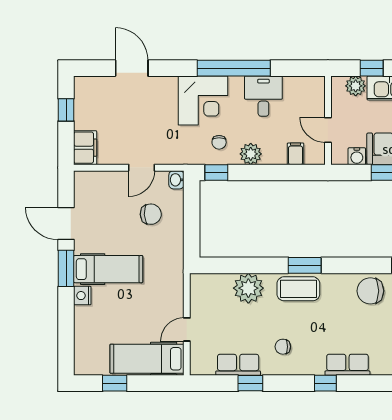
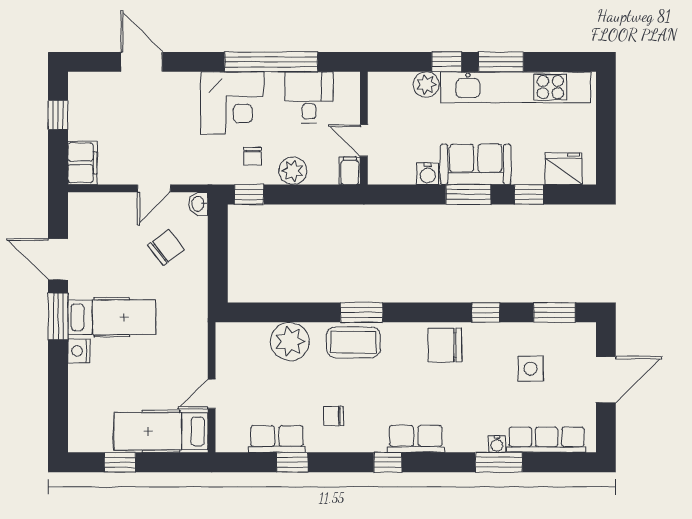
wall: (328, 120) -> (364, 128), moved
door: (328, 130) -> (364, 140), moved
chair: (151, 214) -> (166, 247), turned -35

